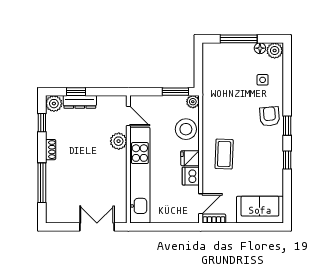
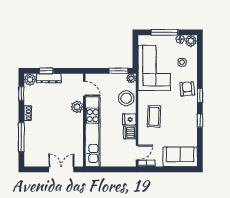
corner sofa: (224, 88) -> (154, 68), added

